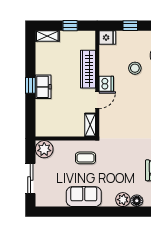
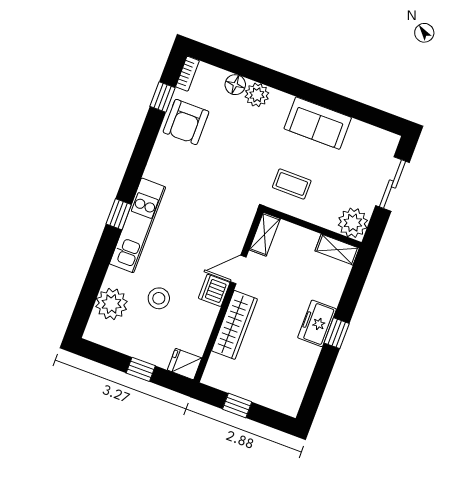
shelving: (47, 36) -> (337, 249), moved

